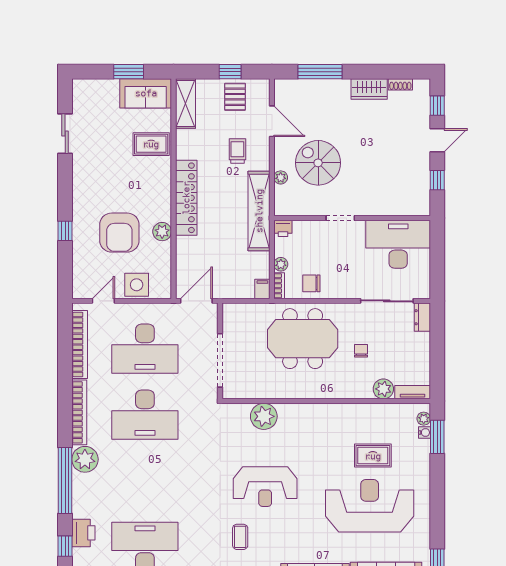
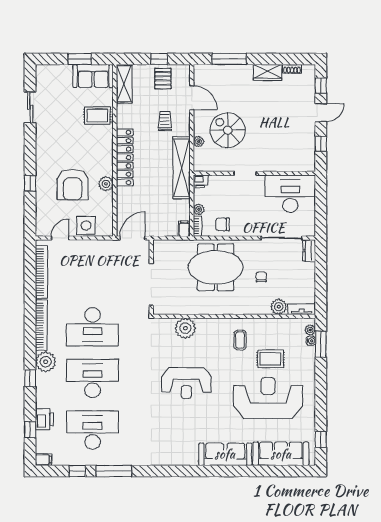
desk: (145, 349) -> (93, 378), moved, turned 180
window: (65, 480) -> (30, 378), width x0.32
coffee table: (240, 537) -> (240, 340), moved

